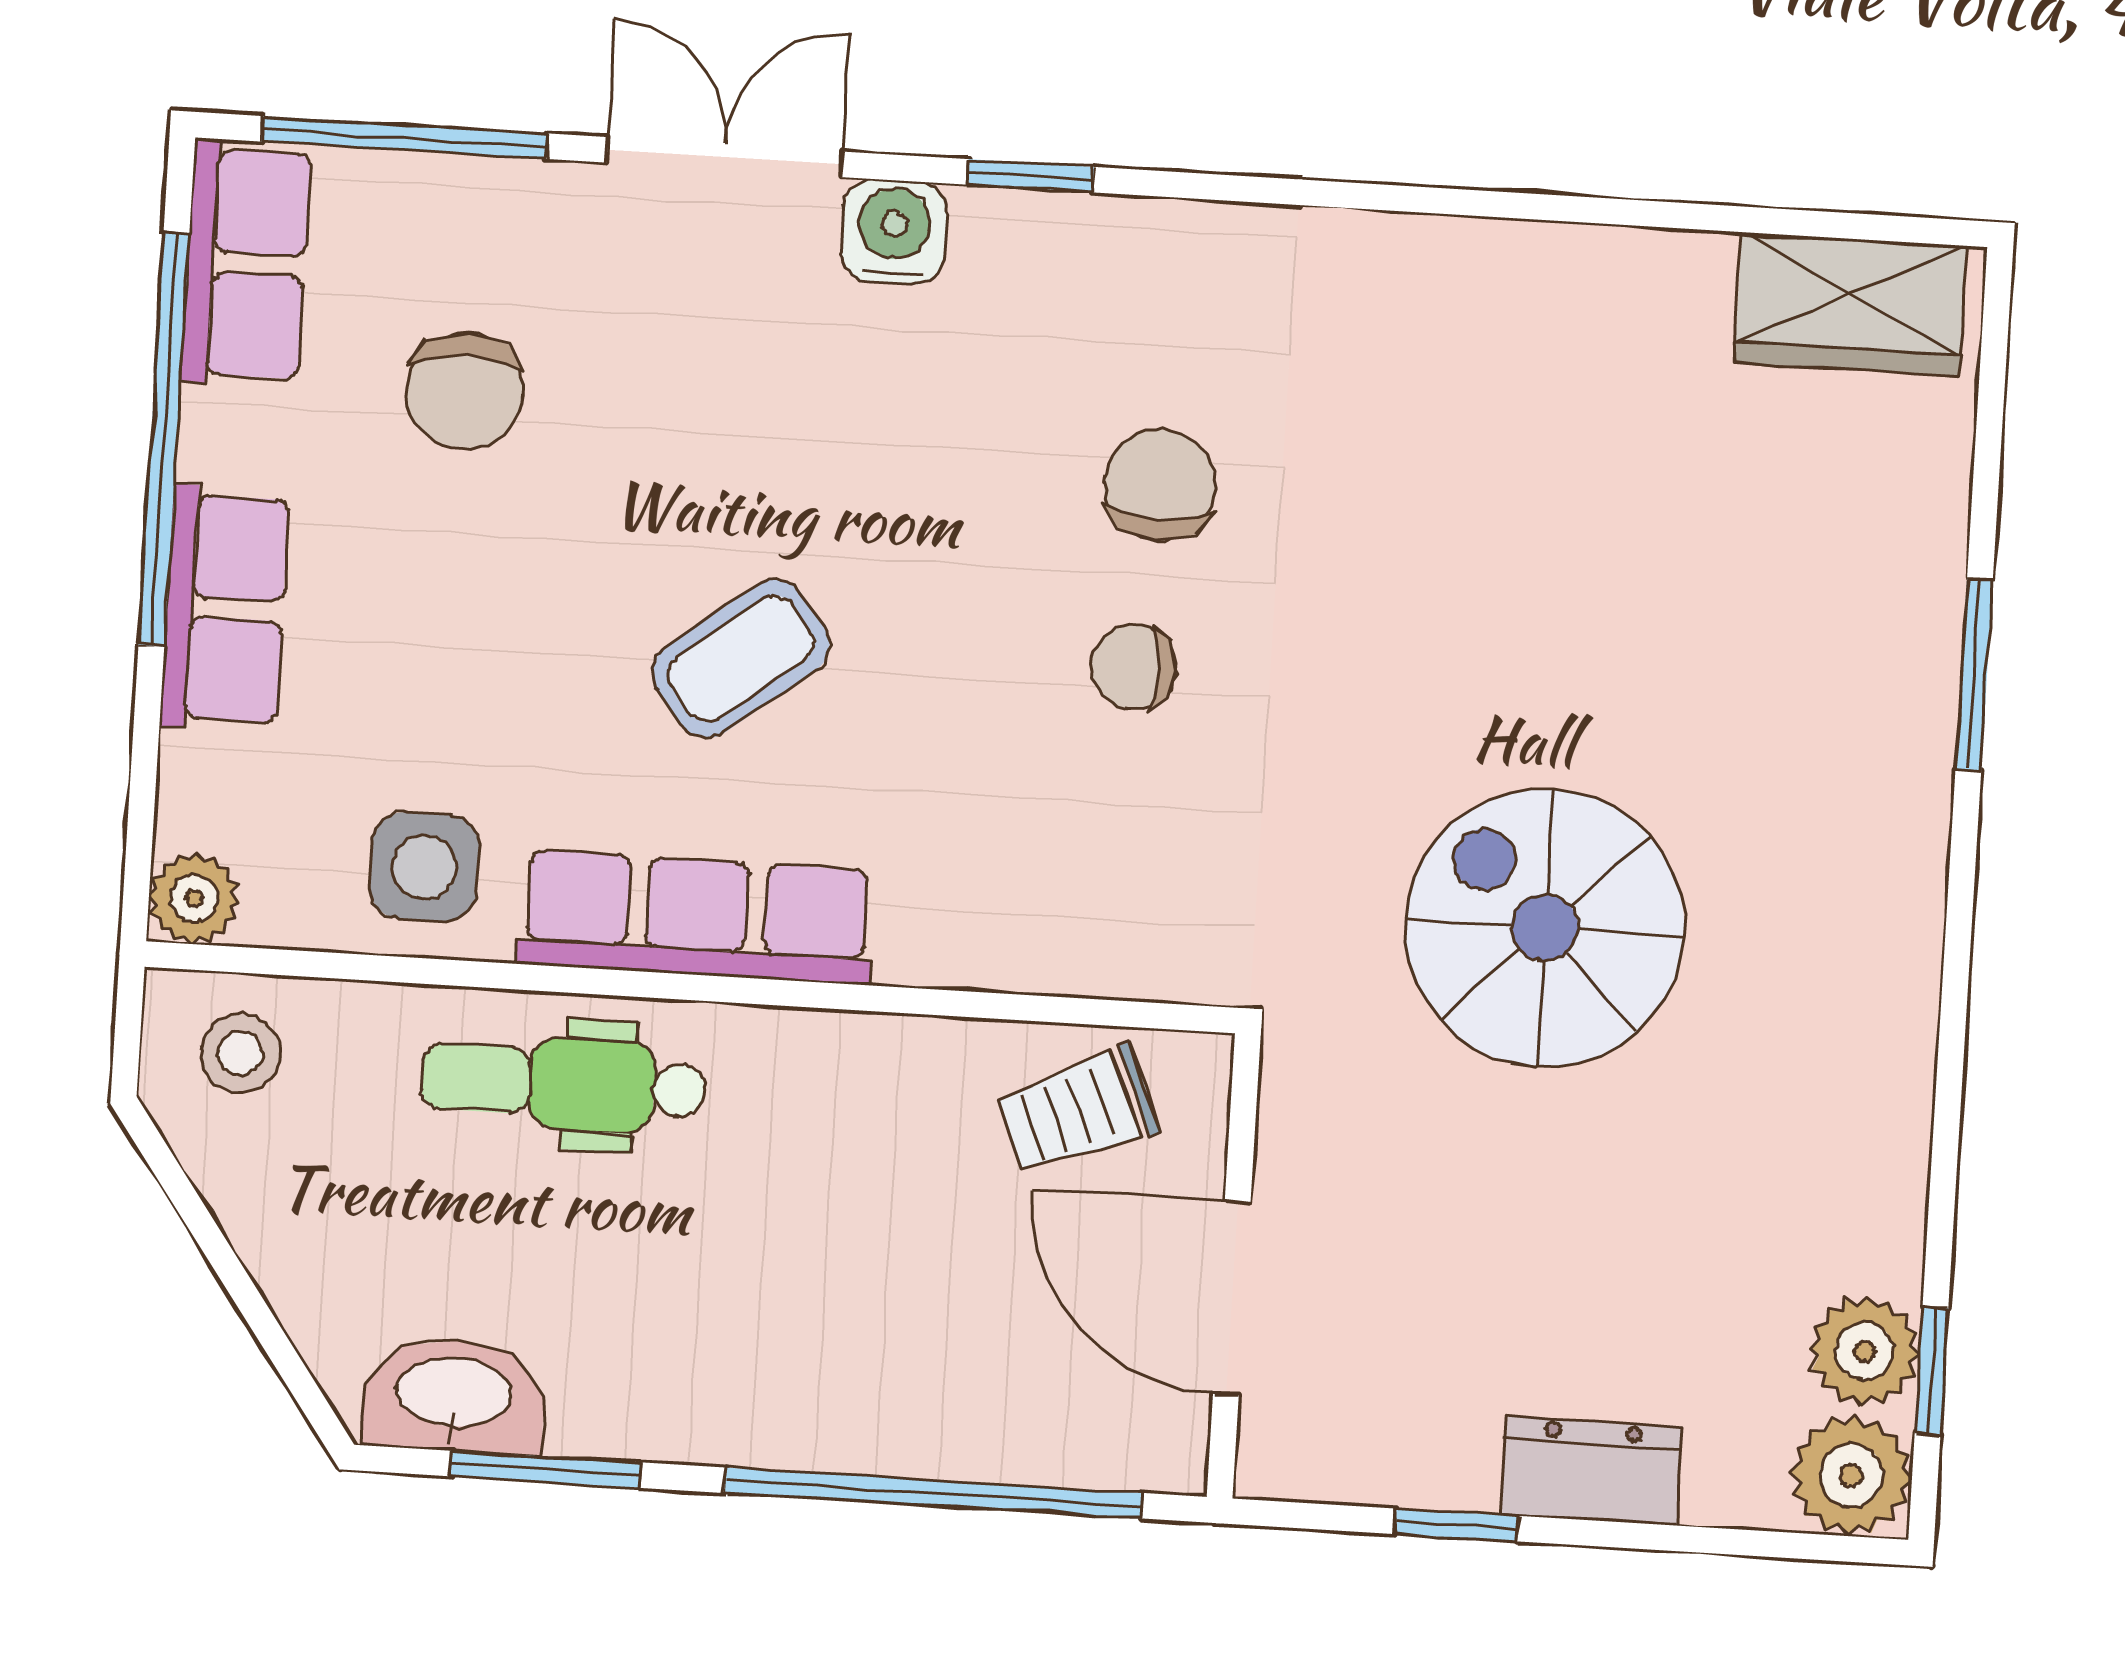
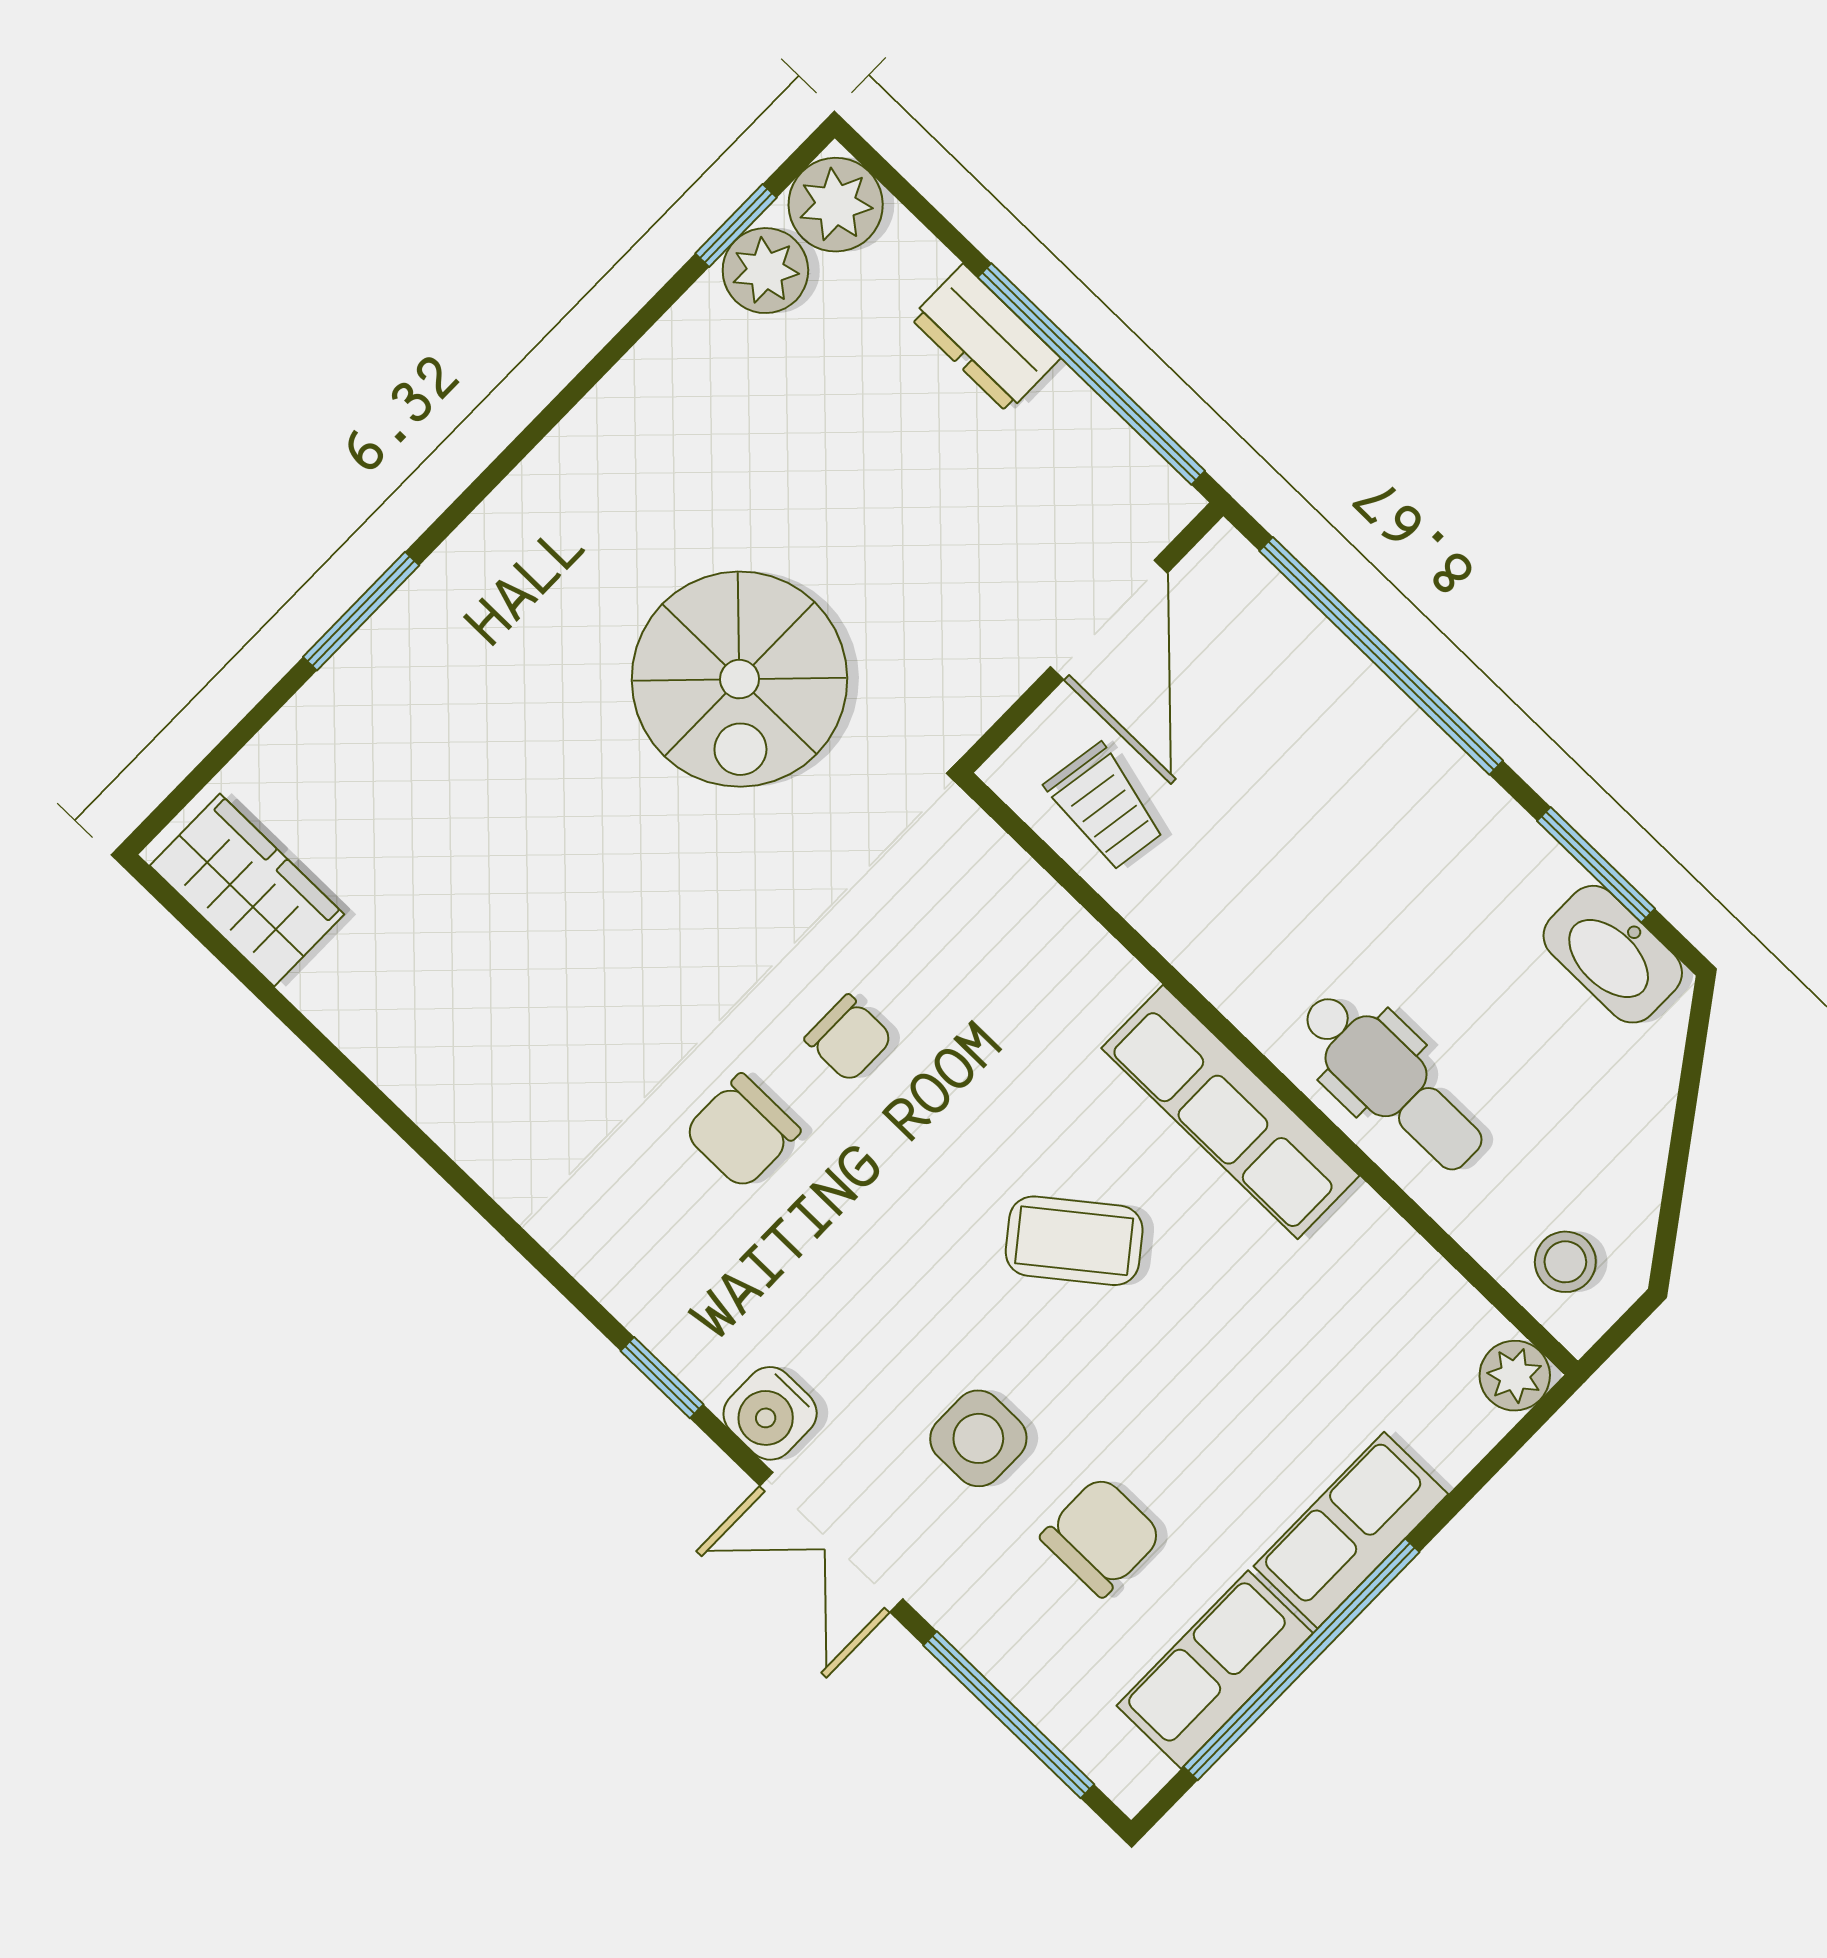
row of seats: (246, 263) -> (1215, 1669), moved
side table: (424, 867) -> (978, 1438), moved
trolley: (1077, 1111) -> (1105, 807), turned 32
window: (1457, 1525) -> (1091, 374), width x3.17

